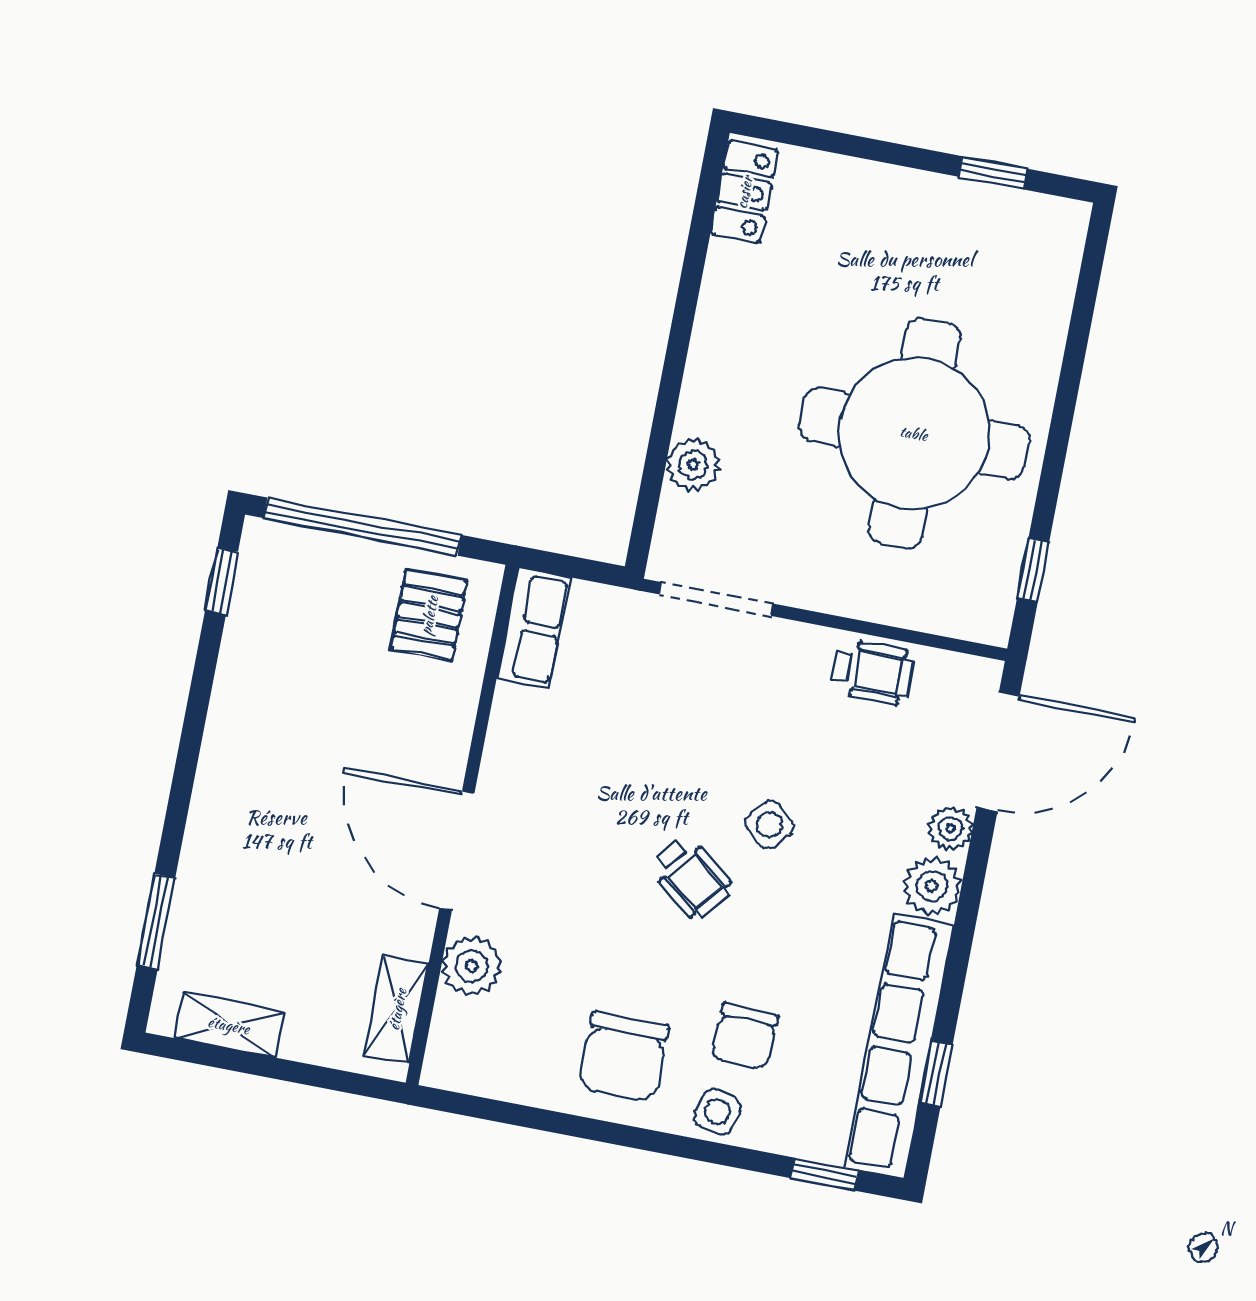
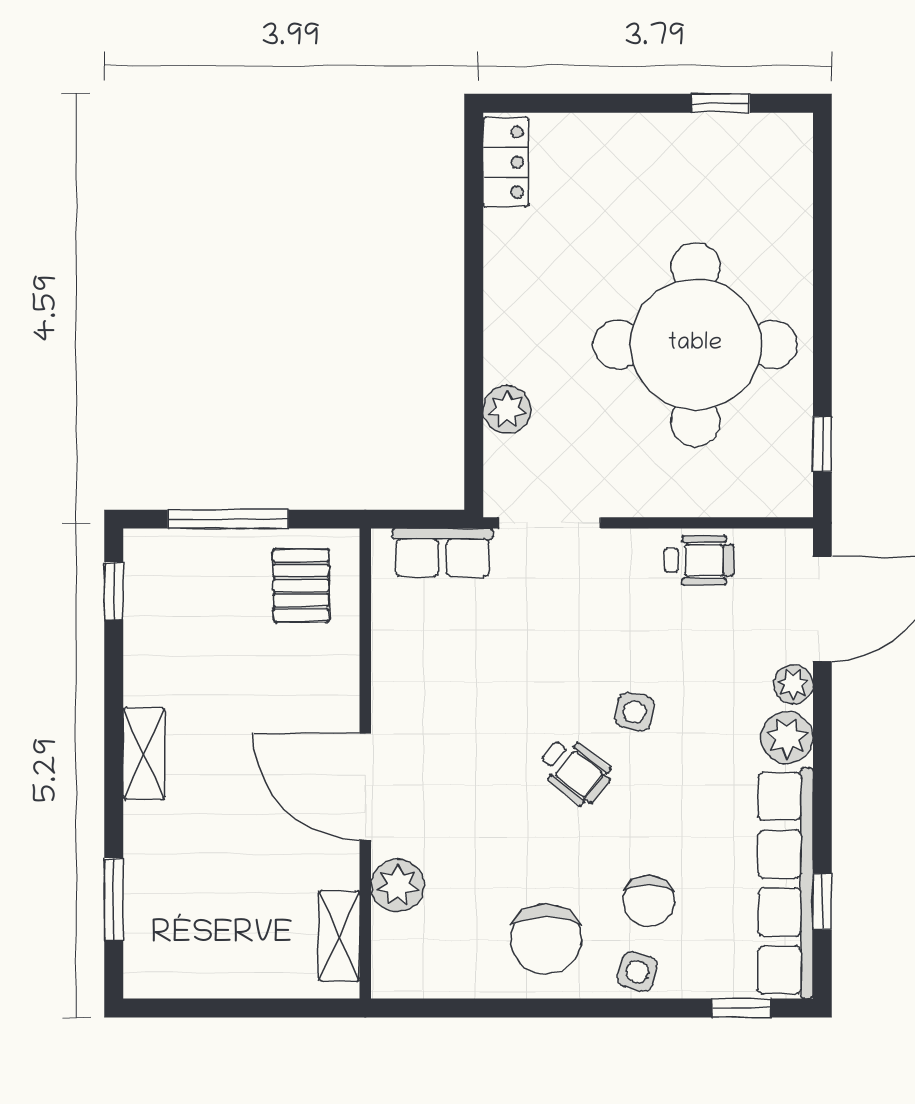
window: (363, 527) -> (228, 519), width x0.68
row of seats: (534, 628) -> (442, 553), moved, turned 90
side table: (769, 825) -> (634, 712), turned -33
shelving: (229, 1025) -> (144, 754), moved, turned 90

